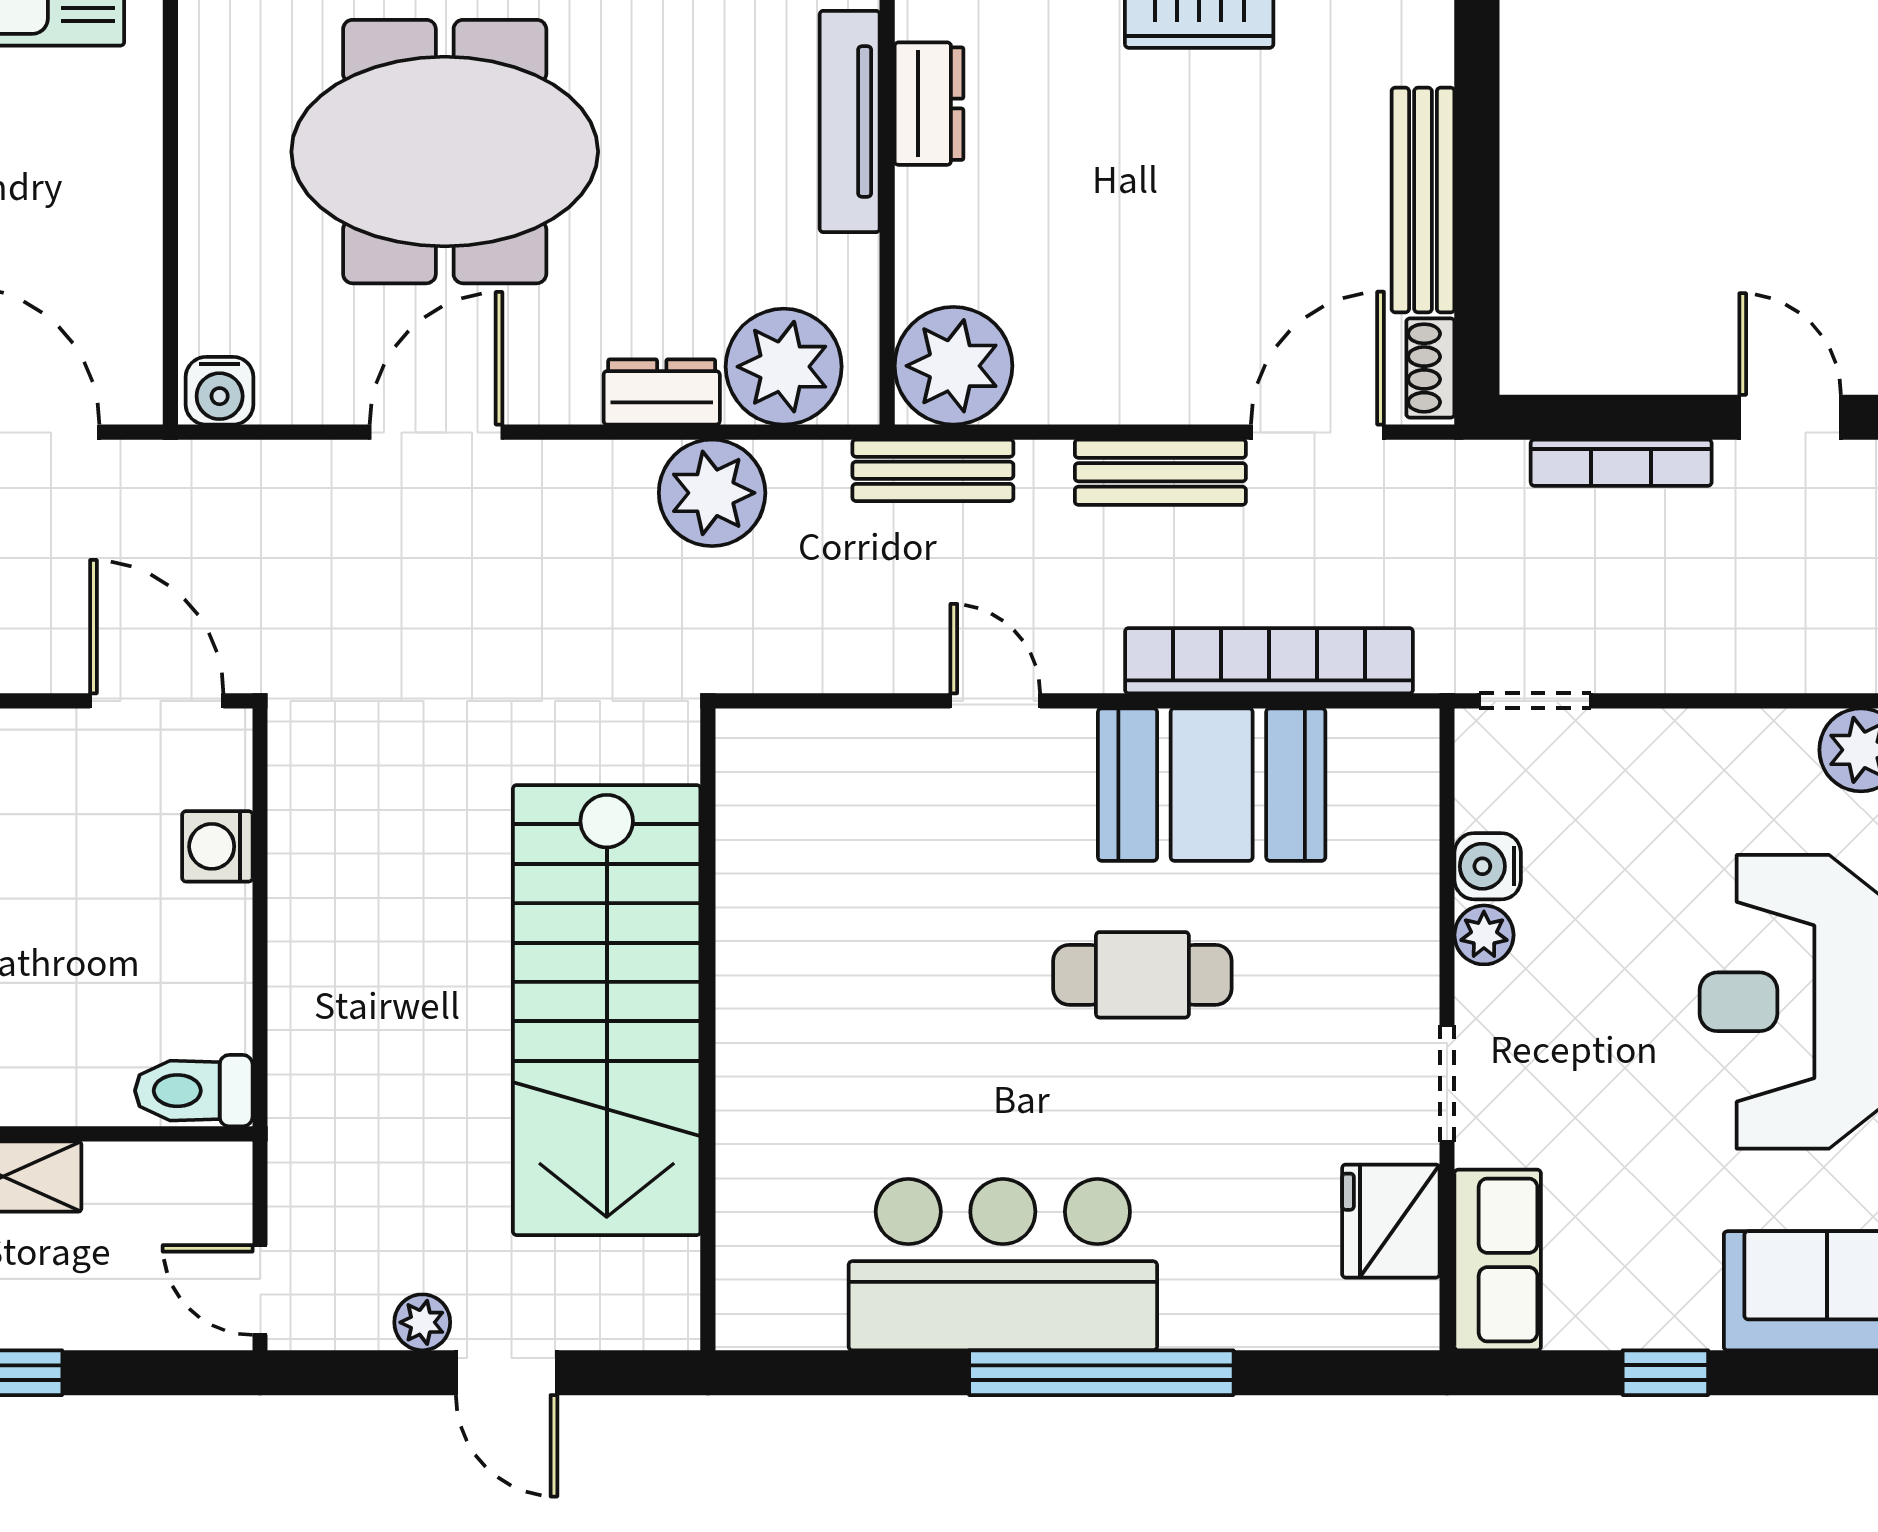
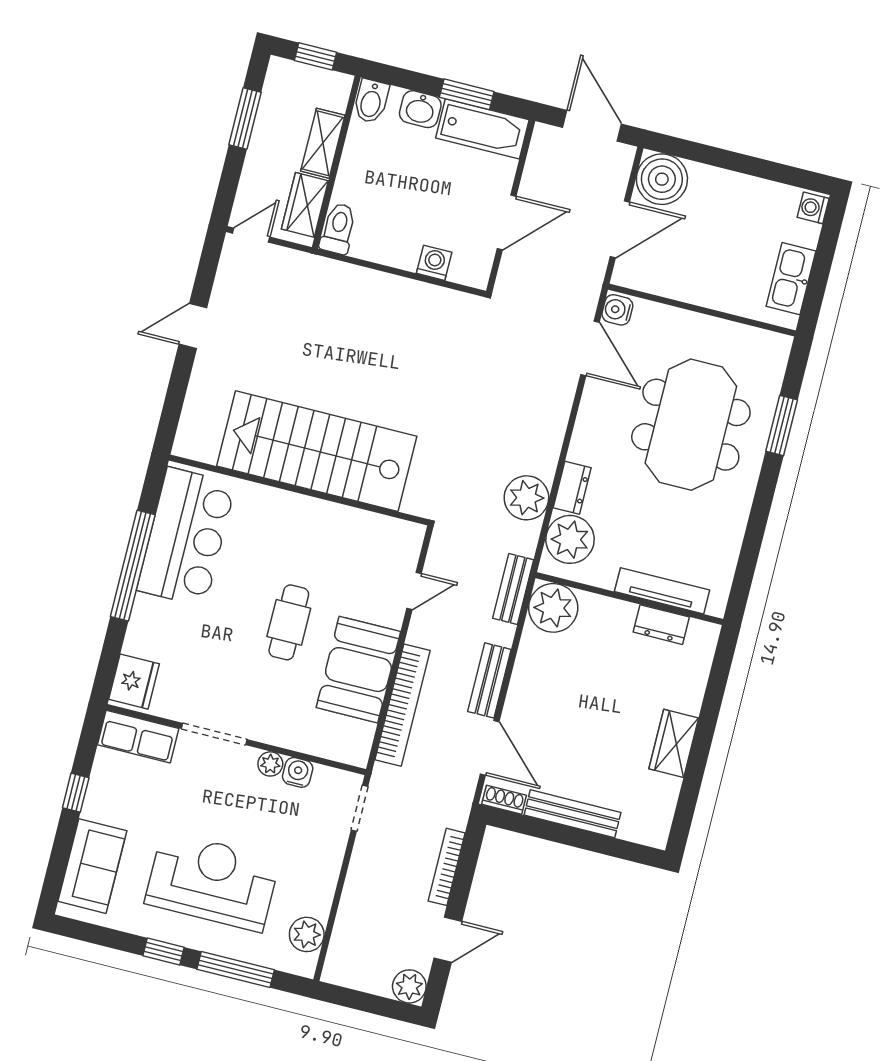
door: (436, 432) -> (590, 348), moved
door: (157, 701) -> (507, 222), moved
stairs: (607, 1010) -> (317, 451), moved
wall: (708, 1029) -> (299, 490), moved
doorway: (1447, 1084) -> (214, 734), width x1.38
wardrobe: (158, 1182) -> (305, 205), added
fridge: (1391, 1221) -> (134, 682), moved, turned 90
plant: (422, 1322) -> (222, 297), removed

